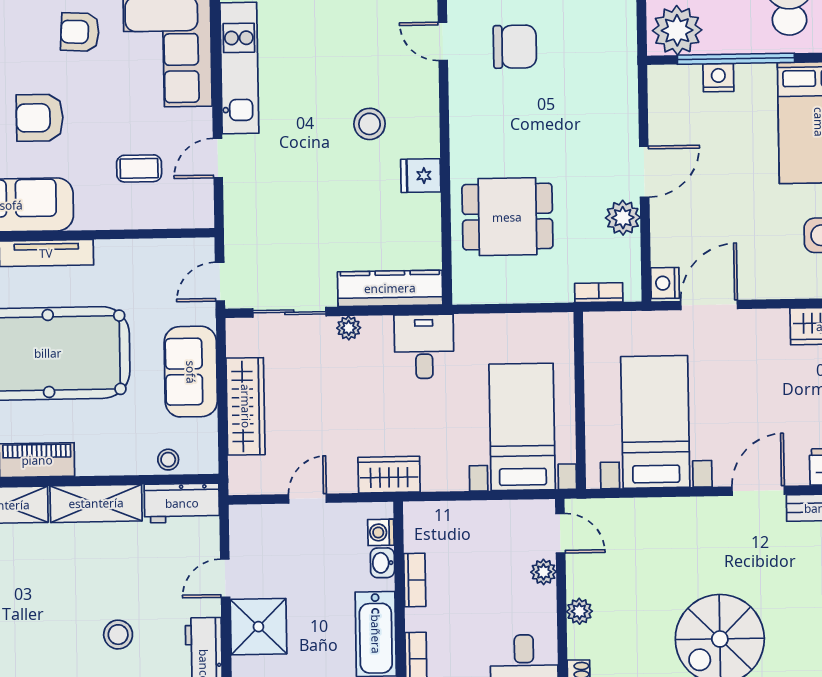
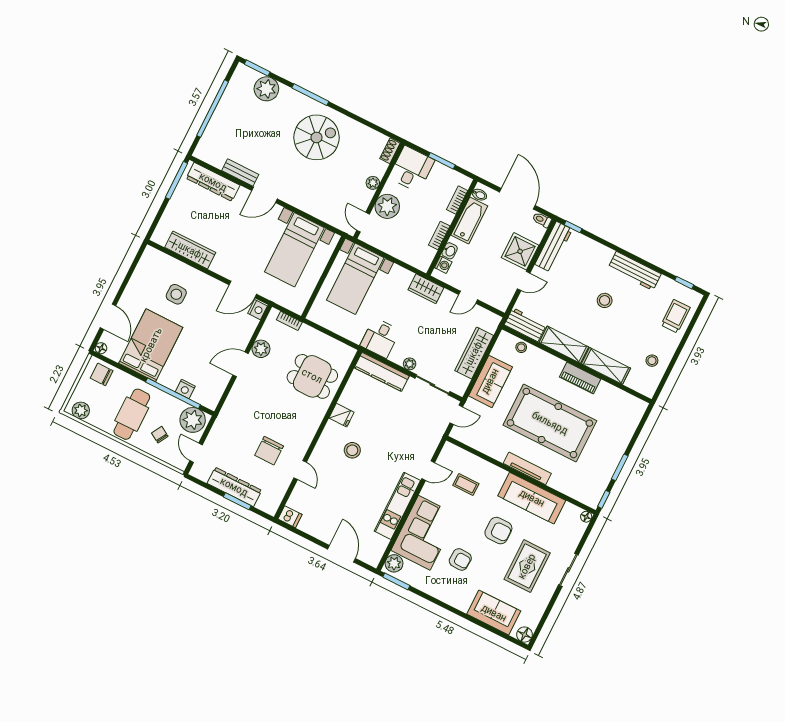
chair: (515, 47) -> (269, 451), turned -90
plant: (544, 572) -> (387, 206), width x1.88, depth x1.88
stool: (118, 635) -> (605, 300), moved

